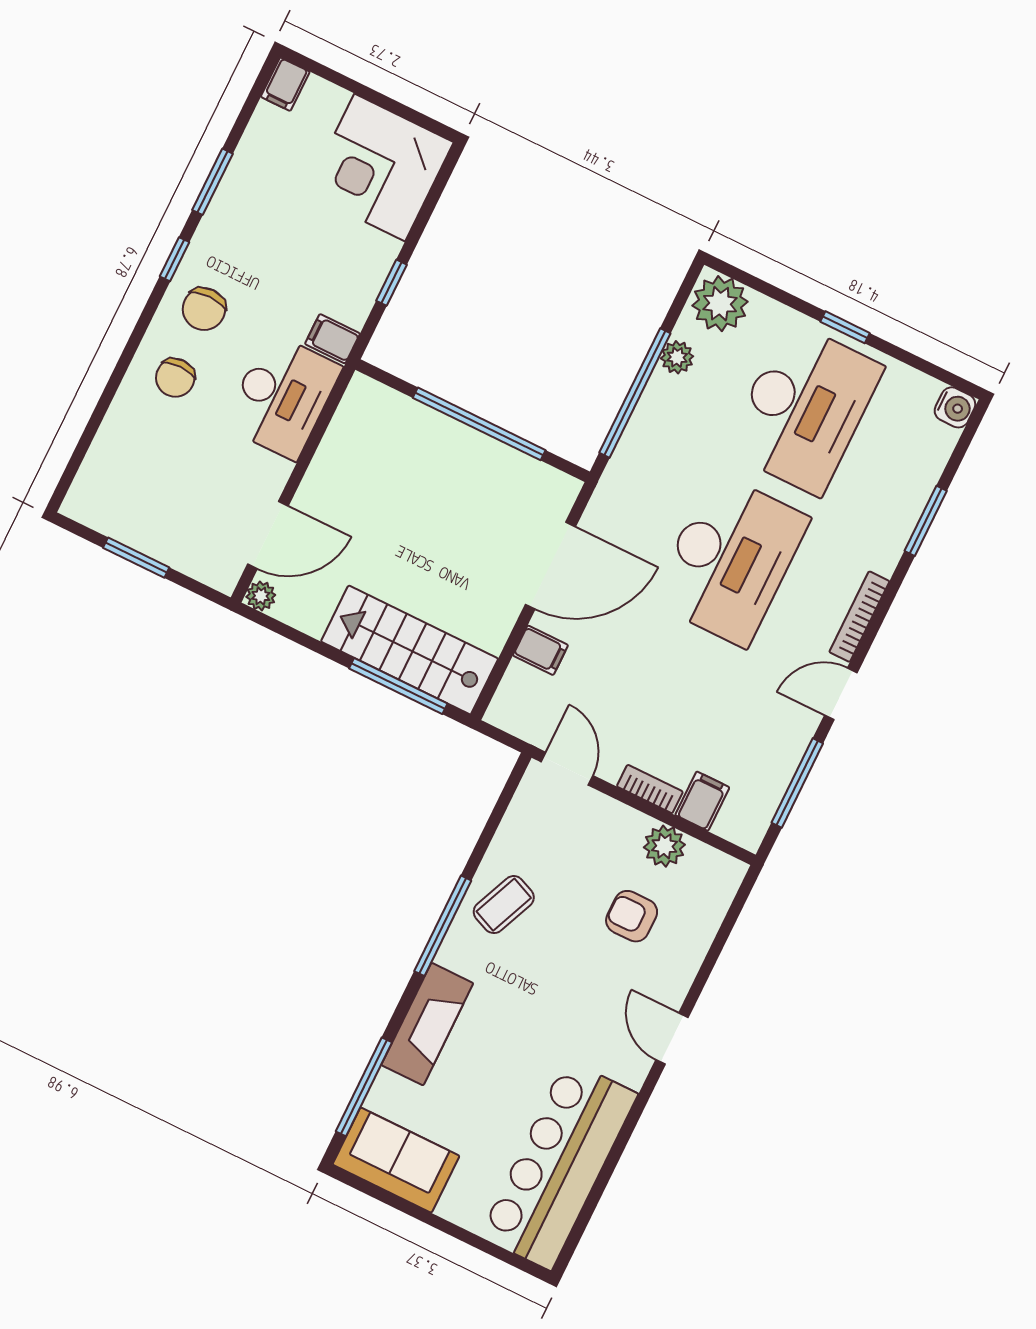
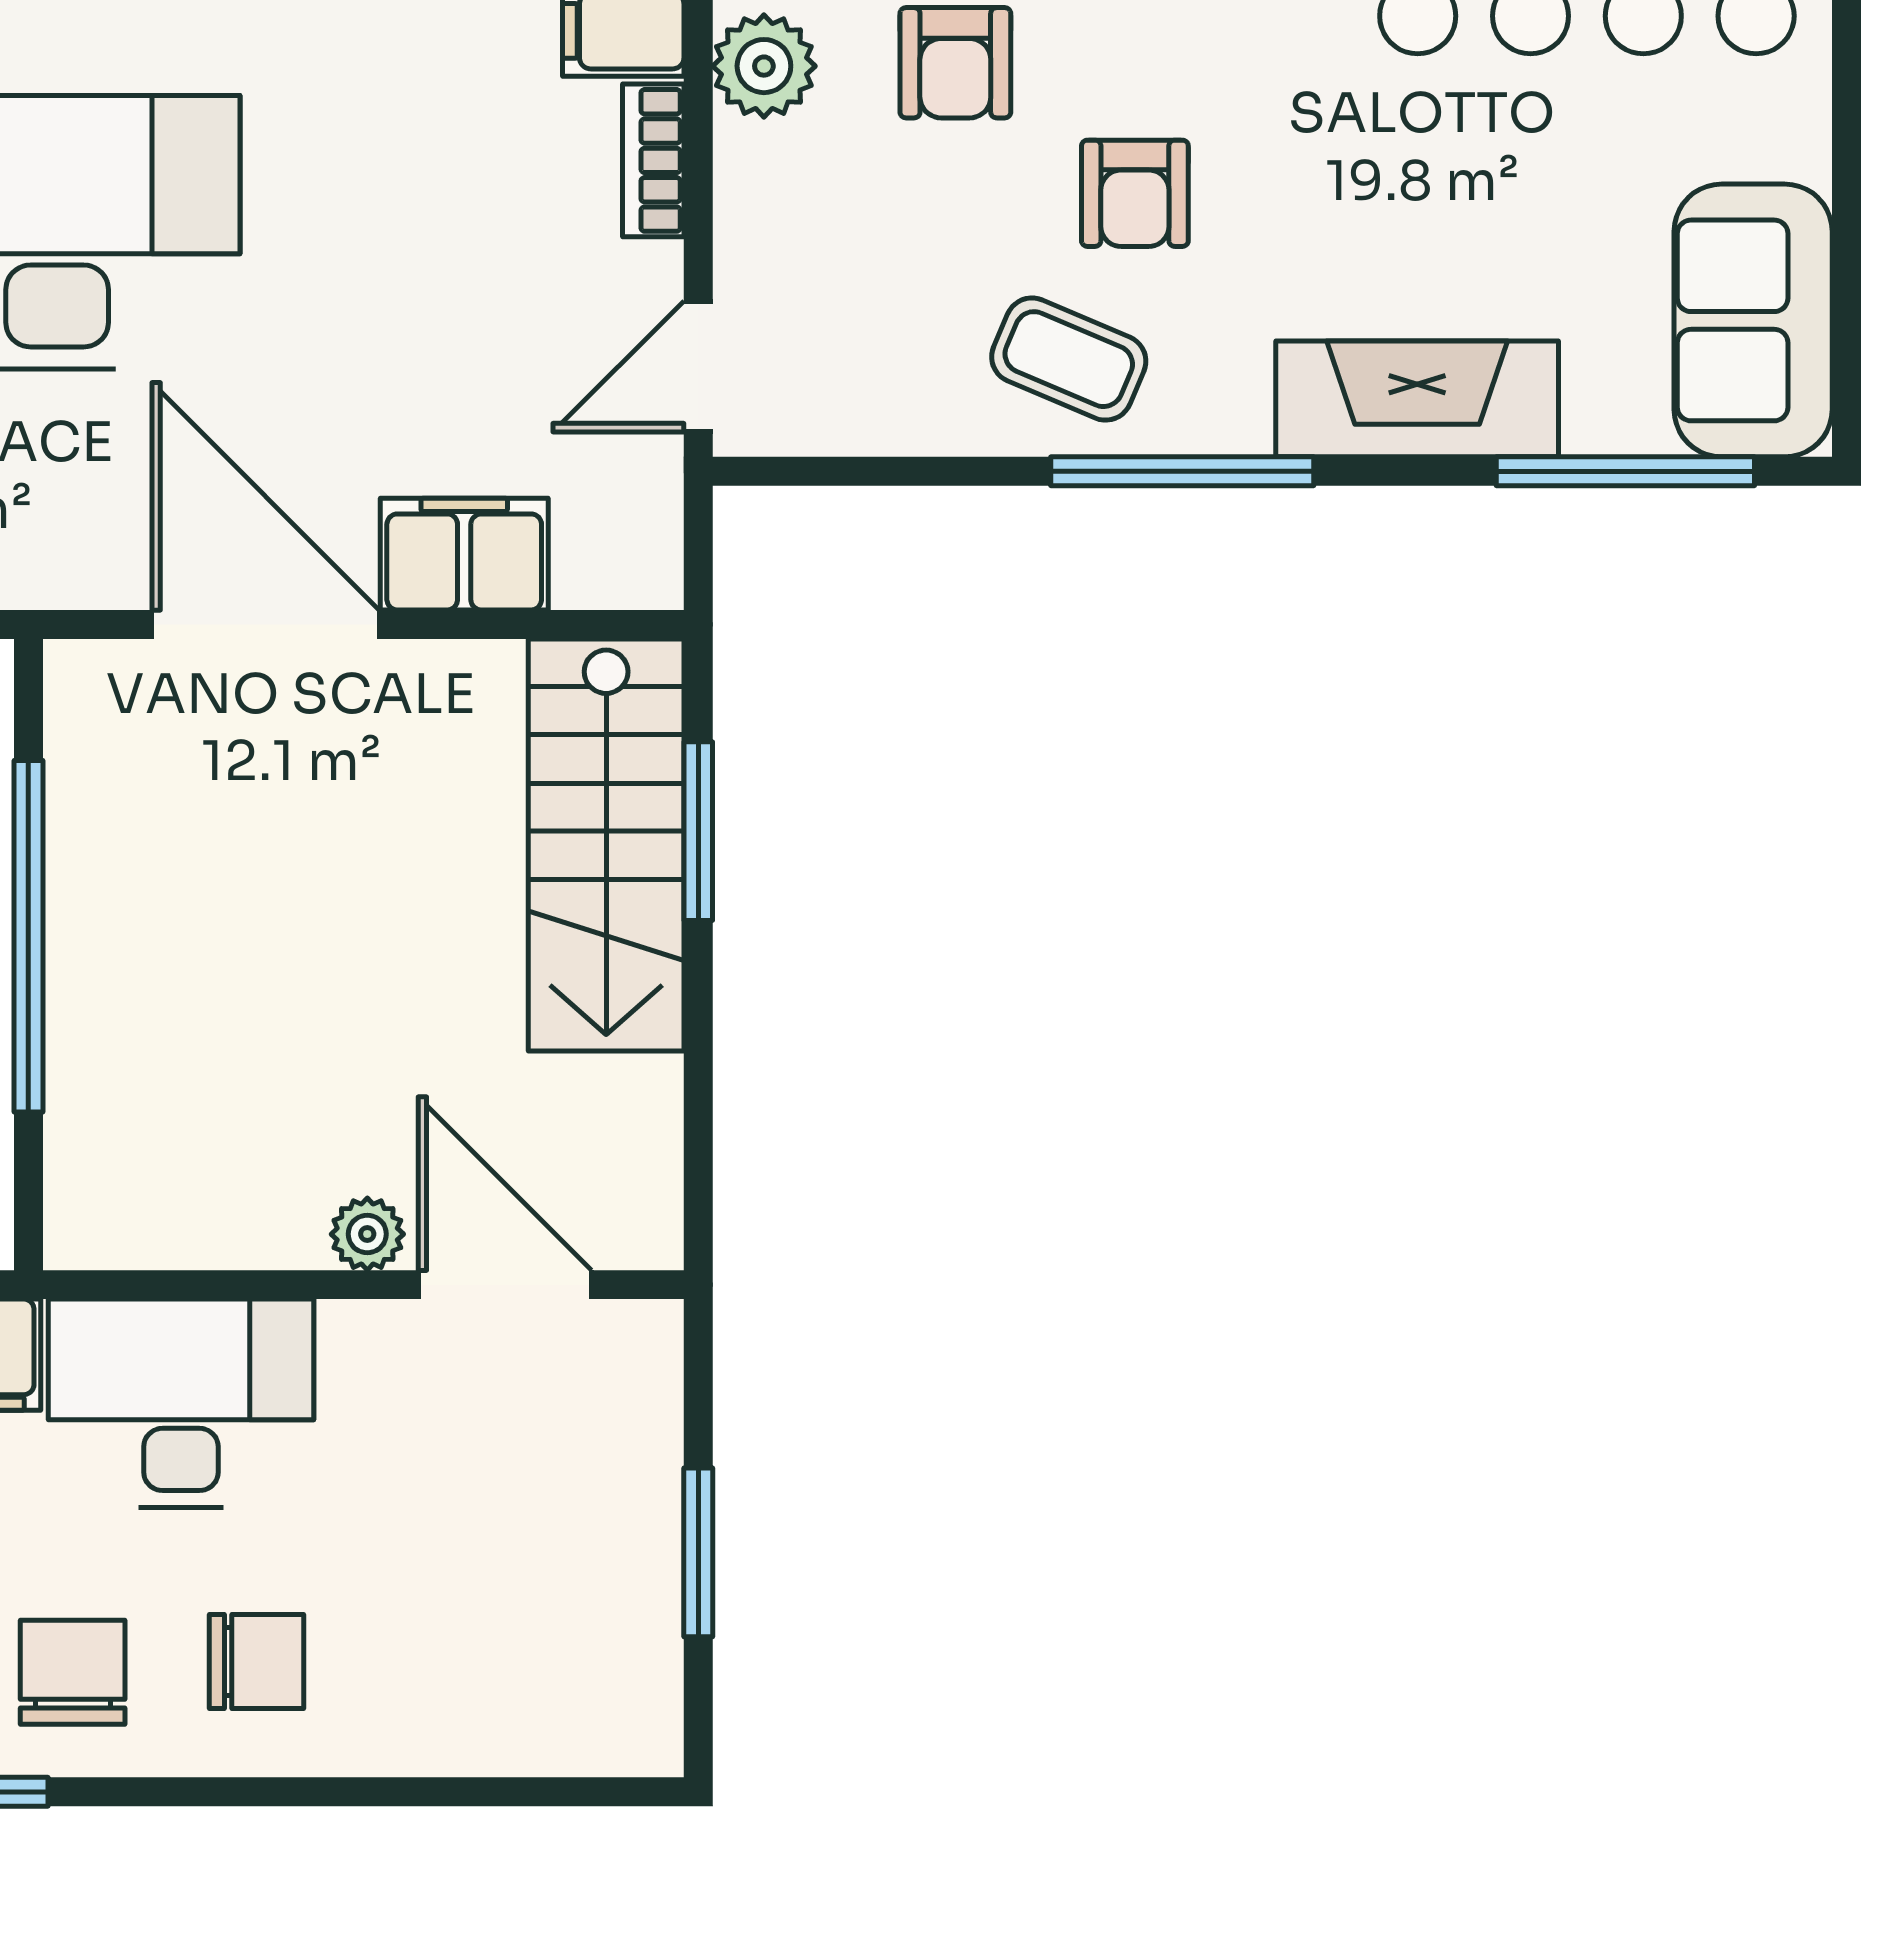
chair: (204, 309) -> (73, 1672), turned -90
plant: (261, 596) -> (367, 1234), moved
filing cabinet: (540, 650) -> (464, 554), width x2.00
window: (398, 686) -> (698, 831), width x0.69
armchair: (552, 958) -> (1135, 193), added

